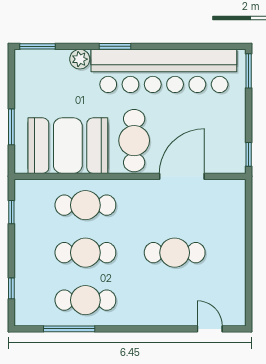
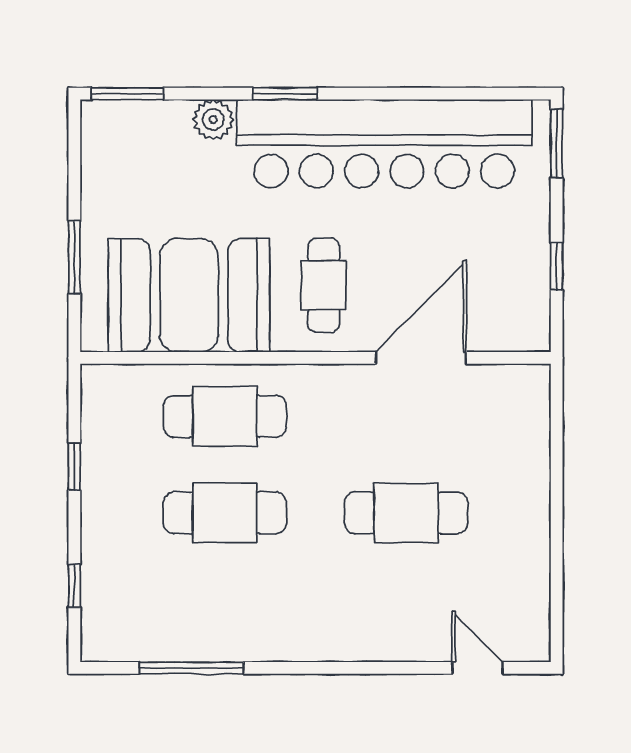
cafe table: (134, 141) -> (324, 285), width x0.73, depth x0.74
window: (249, 154) -> (557, 266), moved
window: (11, 212) -> (74, 466), moved
cafe table: (85, 300) -> (225, 609), removed

